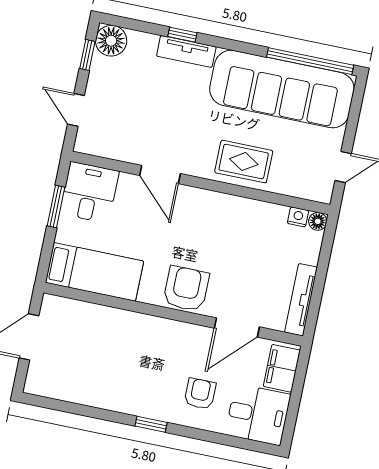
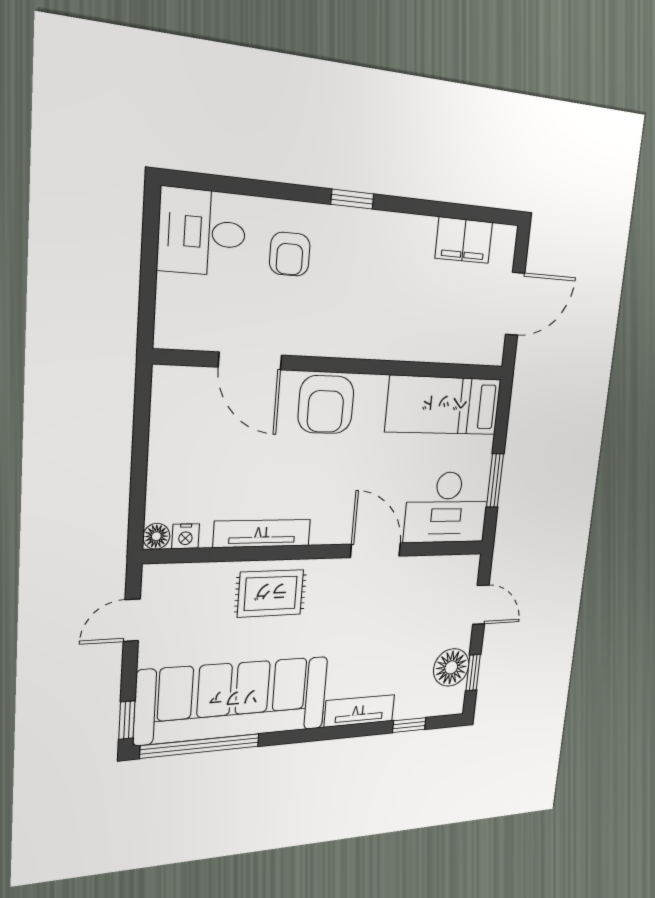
window: (182, 35) -> (409, 725), moved
floor lamp: (111, 41) -> (451, 667), moved
window: (358, 96) -> (127, 720), added
desk: (89, 192) -> (447, 507), width x1.37
tv unit: (301, 300) -> (262, 533), moved, turned -90
door: (237, 327) -> (250, 361), swing flipped
filing cabinet: (282, 368) -> (464, 240), moved, turned 90

